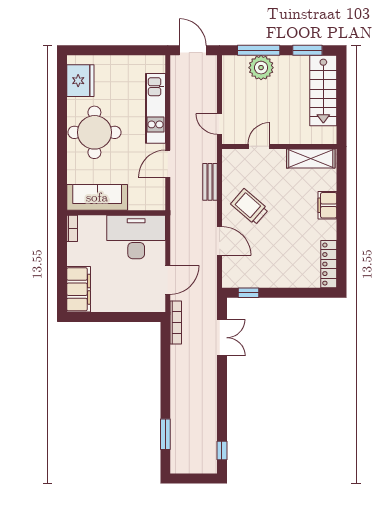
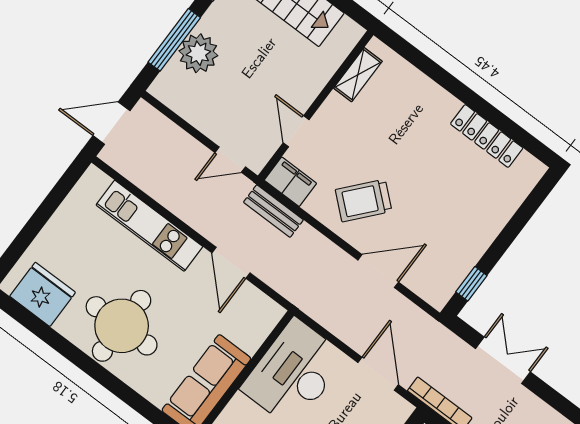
shelving: (311, 158) -> (358, 75), width x0.67, depth x0.75
bench: (210, 182) -> (273, 211), moved
filing cabinet: (327, 205) -> (290, 182), moved, turned 180
locker: (329, 264) -> (487, 136), moved

